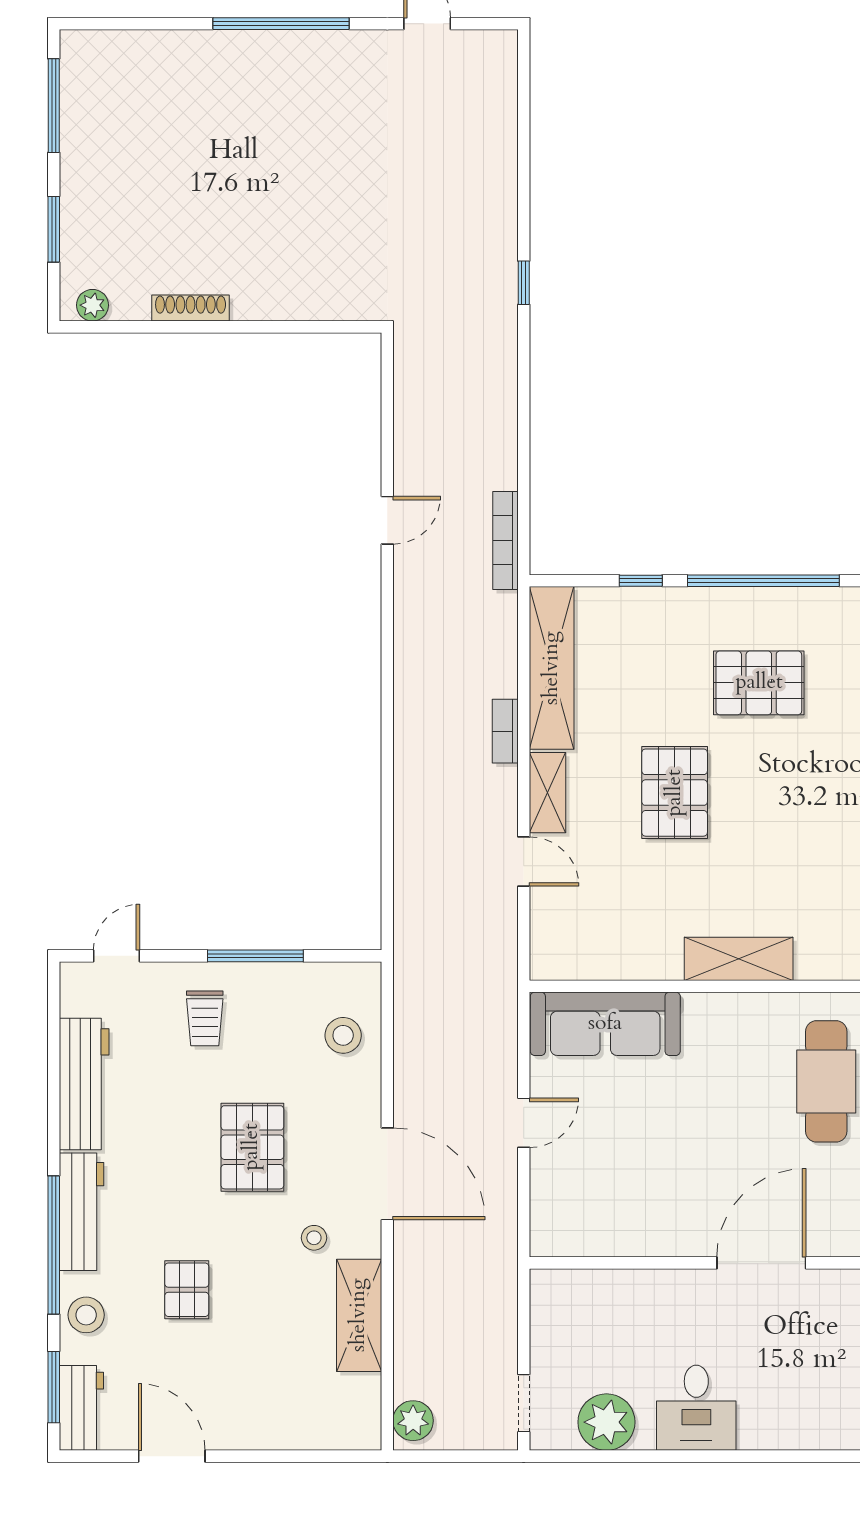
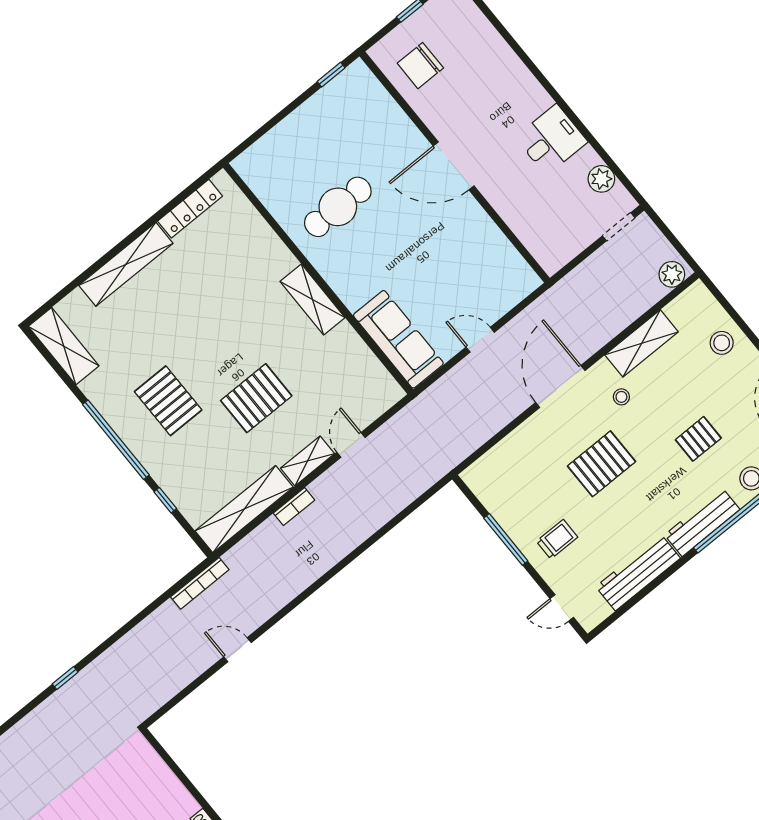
stool: (343, 1035) -> (722, 343), moved
plant: (606, 1422) -> (601, 179), width x0.73, depth x0.73

